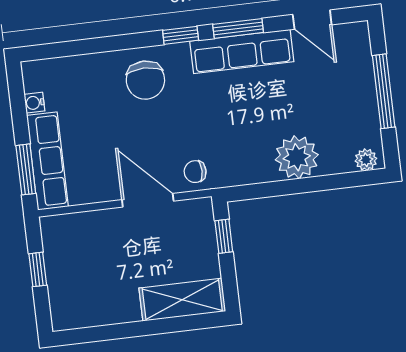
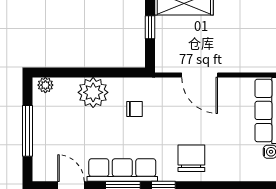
chair: (195, 172) -> (134, 109), moved
window: (224, 236) -> (150, 27), moved

